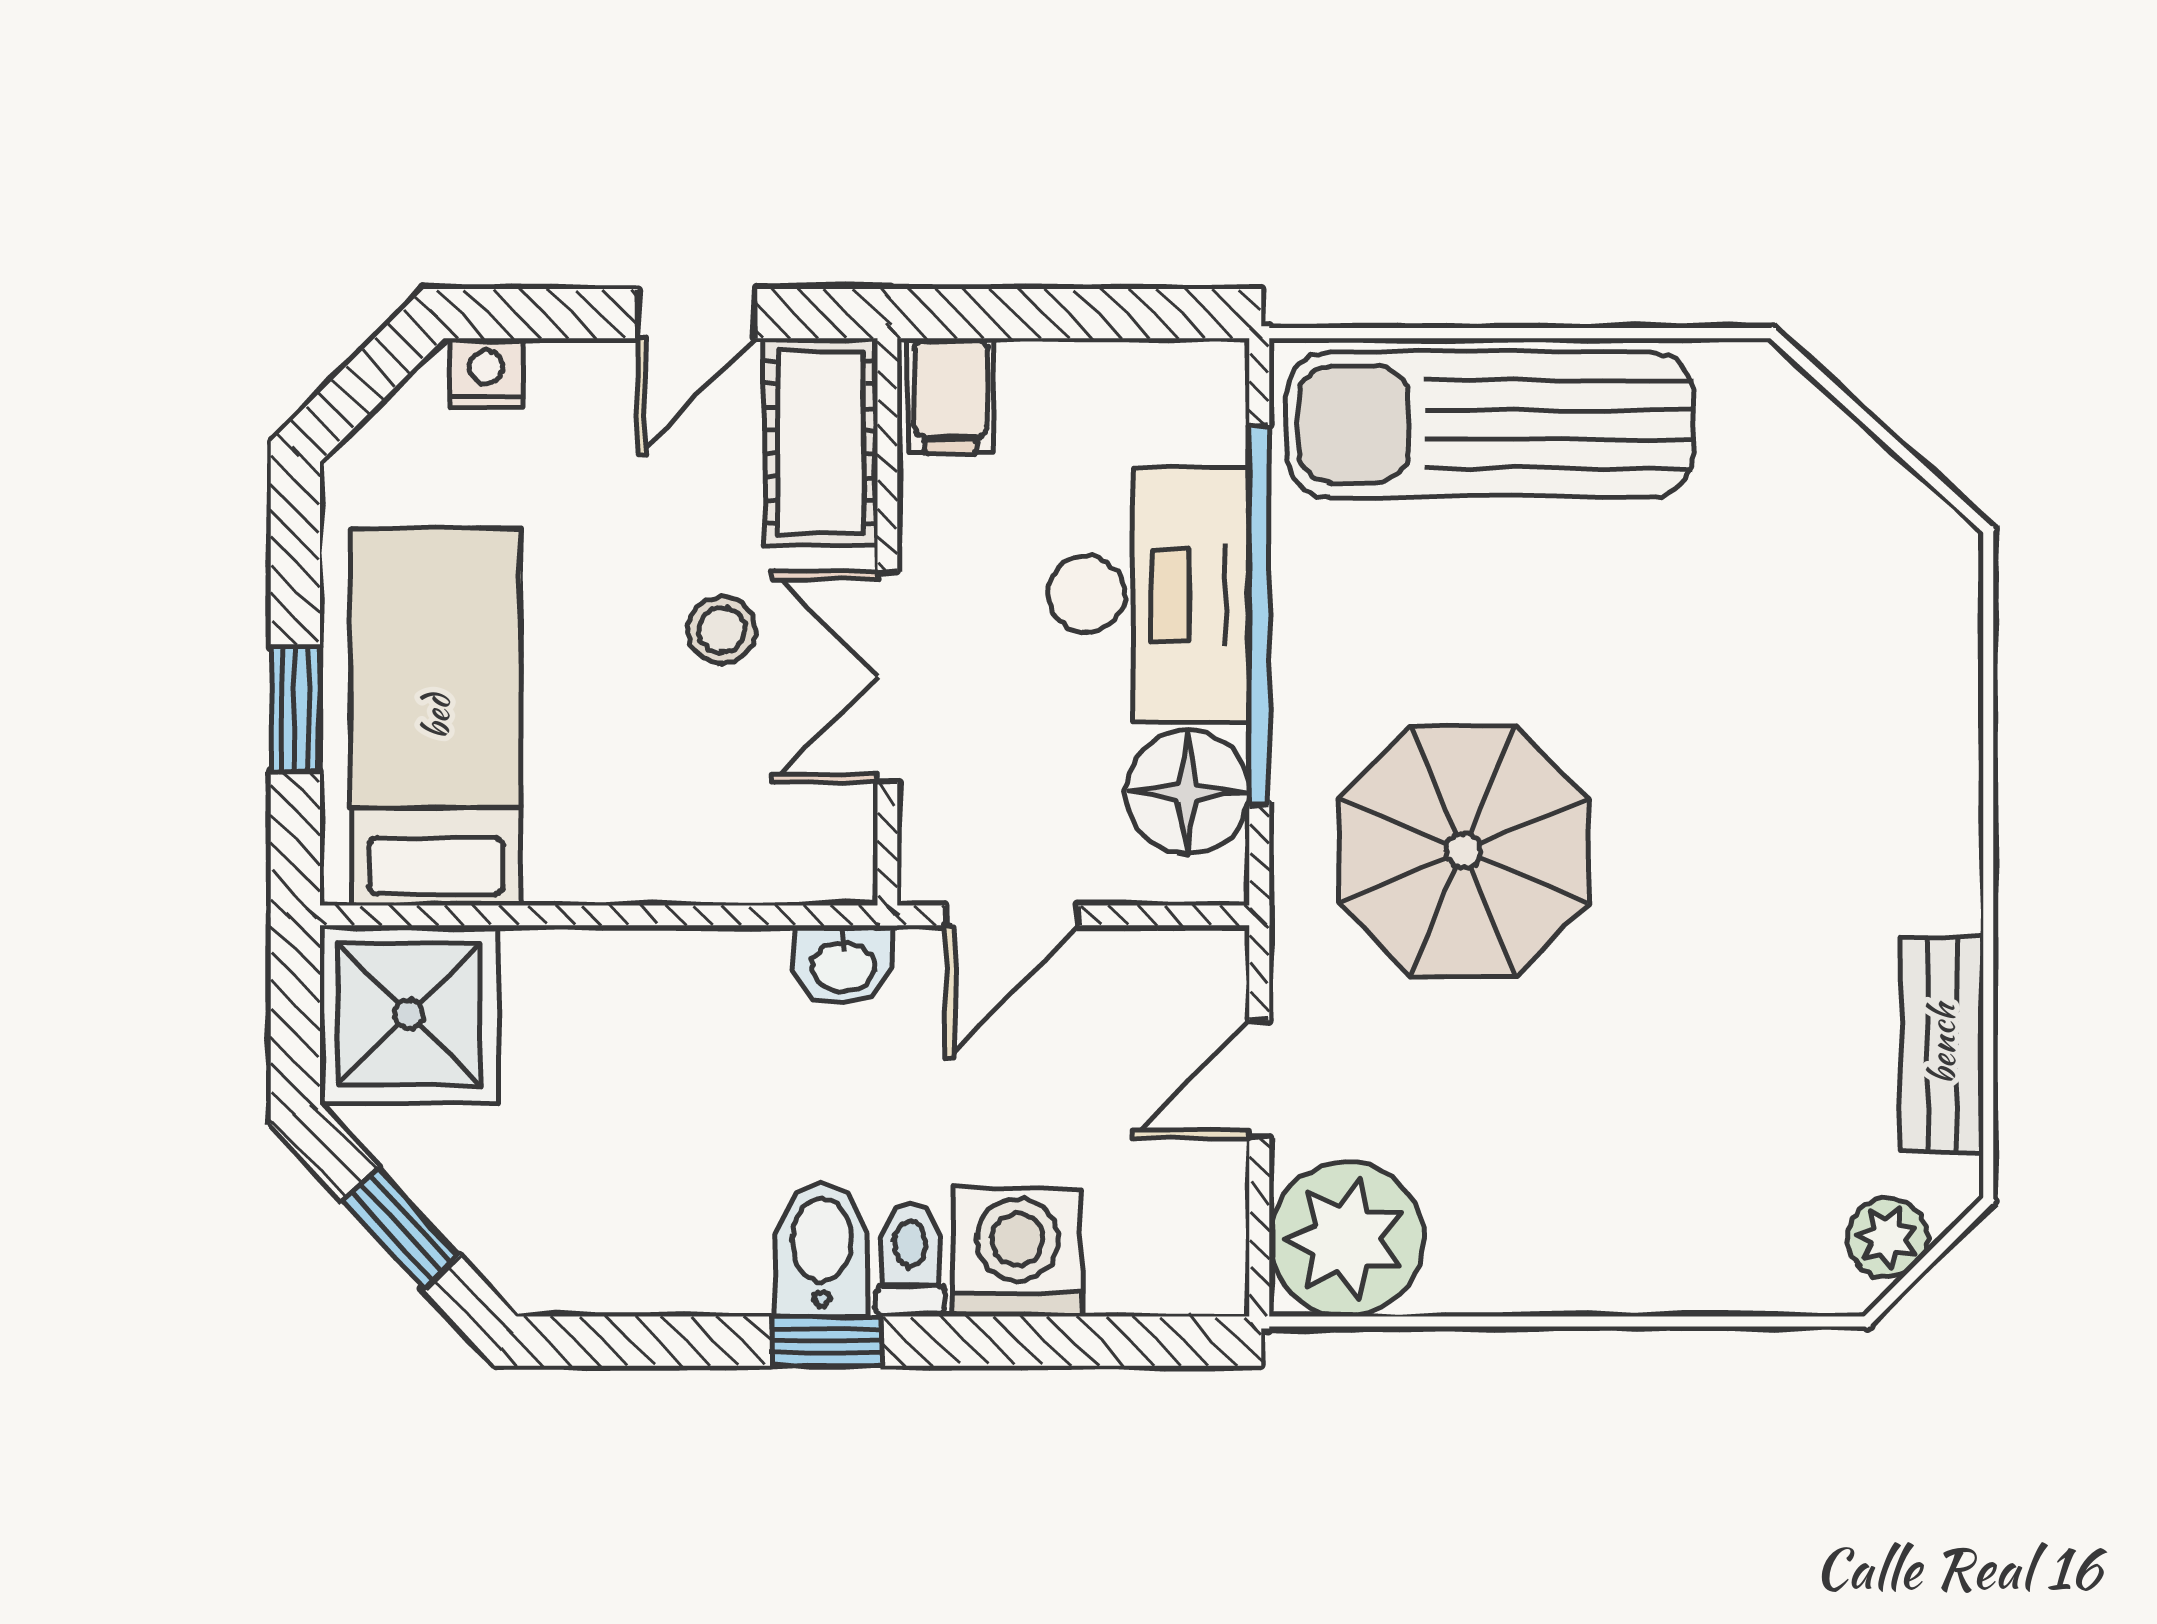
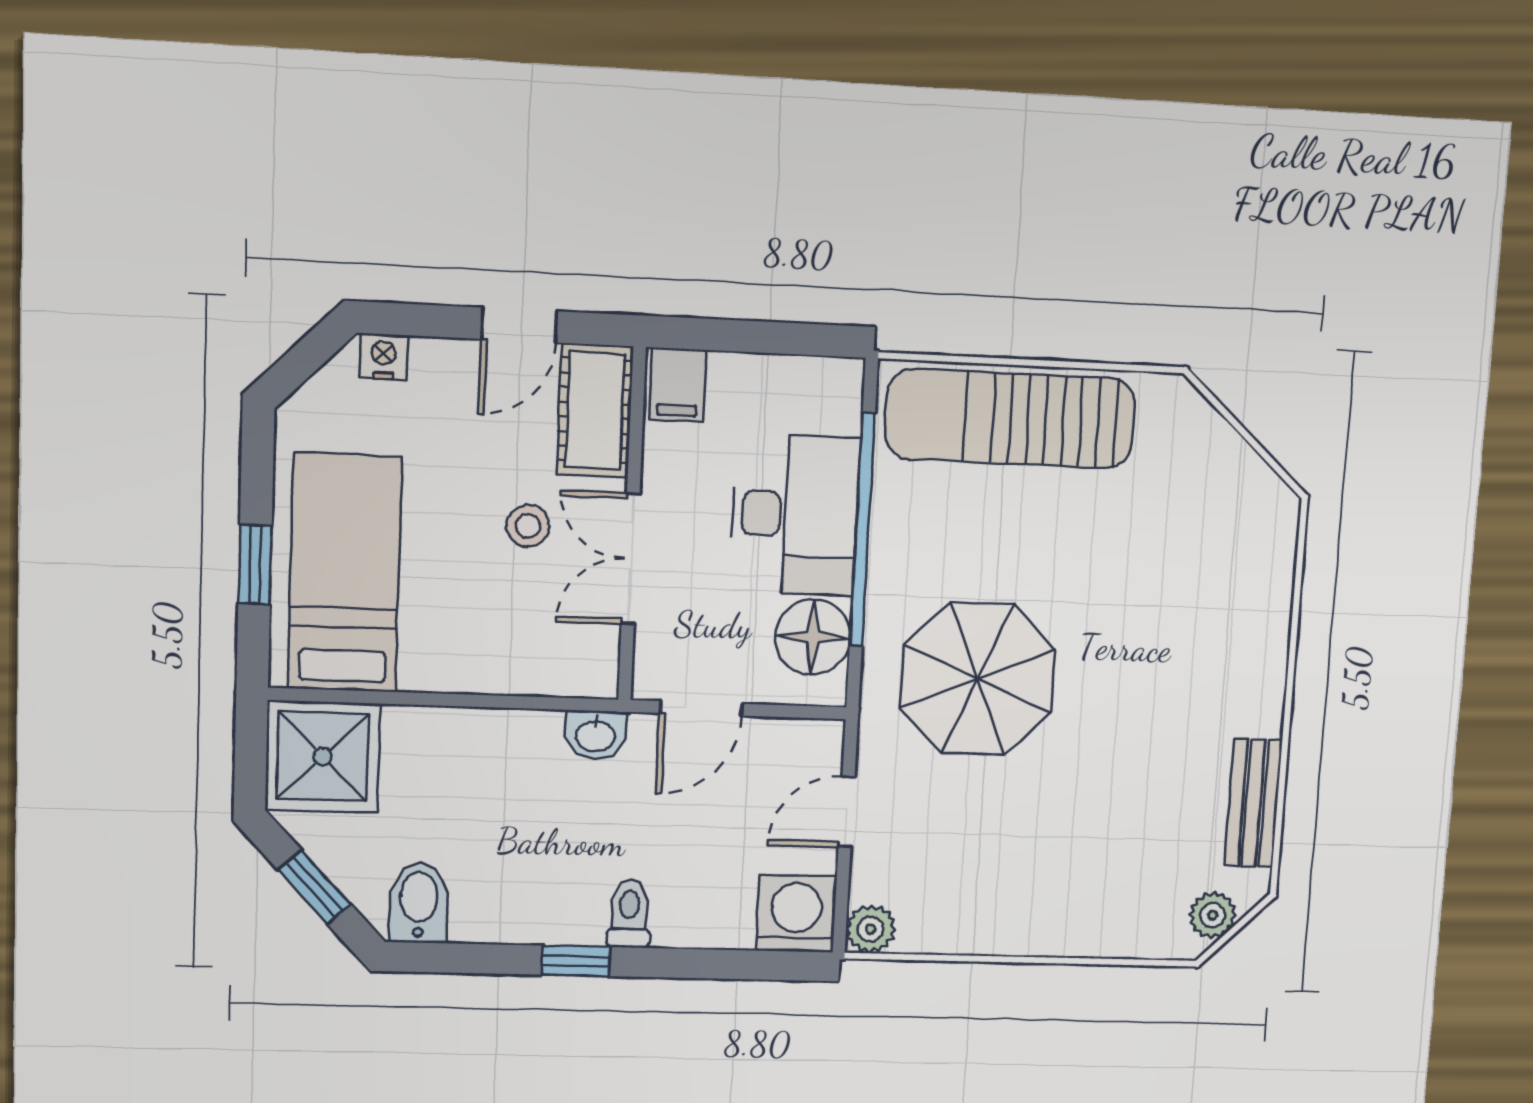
plant: (1346, 1239) -> (871, 929), width x0.53, depth x0.53
bidet: (821, 1250) -> (419, 902), moved
washing machine: (1018, 1252) -> (796, 914), moved

